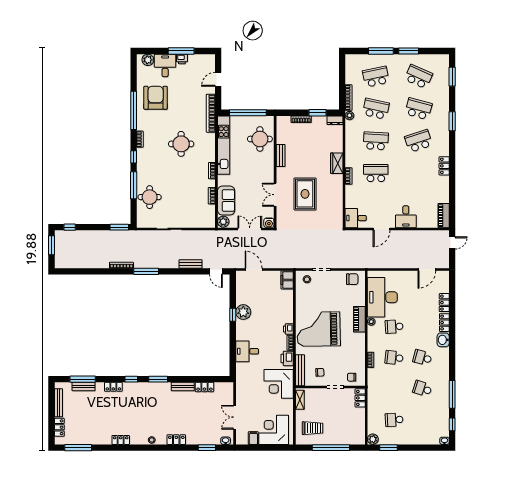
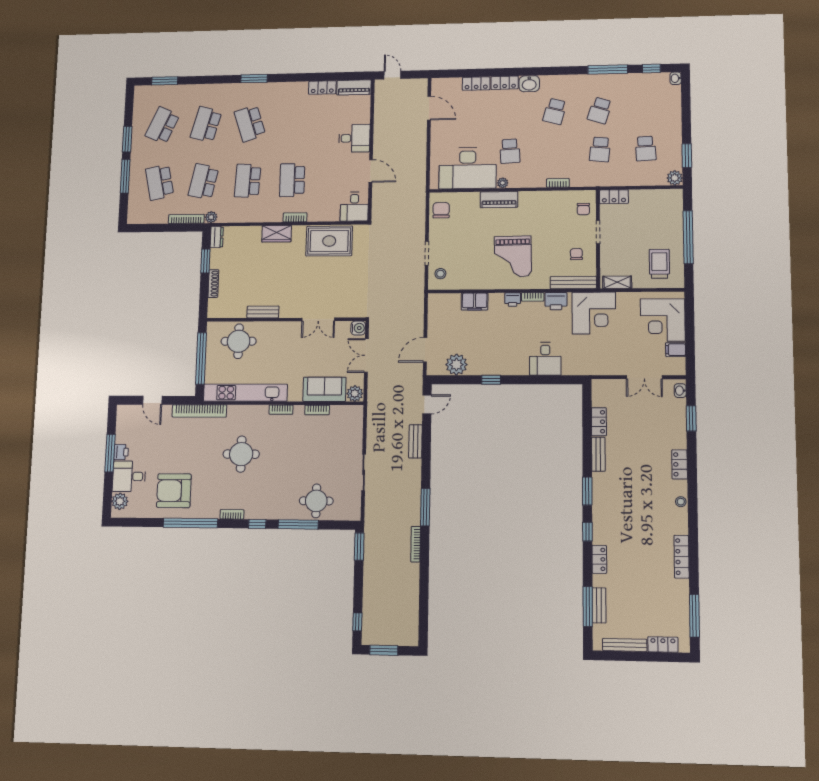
window: (452, 121) -> (254, 79), moved
locker: (444, 166) -> (322, 87), moved
rug: (305, 194) -> (329, 241), moved
filing cabinet: (287, 280) -> (475, 302), moved
plant: (243, 312) -> (456, 365), moved
grand piano: (319, 329) -> (513, 257), width x0.73, depth x0.68
school desk: (394, 358) -> (600, 149), moved
locker: (121, 440) -> (681, 557), width x1.53

